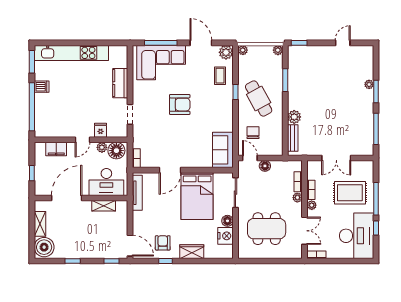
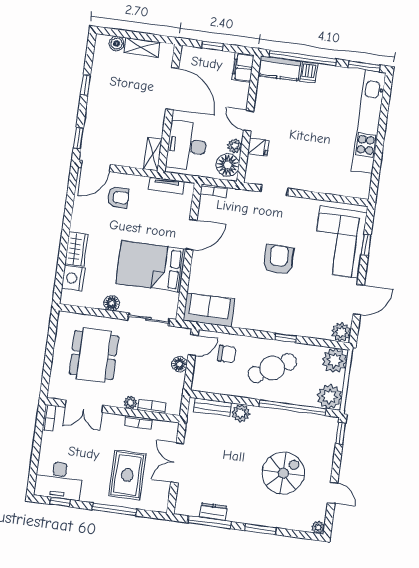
window: (161, 43) -> (366, 245), width x0.46
plant: (243, 50) -> (335, 360), width x1.88, depth x1.88
plant: (278, 50) -> (330, 397), width x1.88, depth x1.88
coffee table: (220, 76) -> (311, 320), removed
window: (285, 80) -> (292, 408), width x2.11
spiral stairs: (333, 80) -> (283, 473), added
kitchen counter: (120, 83) -> (279, 68), moved, turned 180
plant: (369, 84) -> (318, 527), moved
dishwasher: (42, 87) -> (309, 72), moved
armchair: (180, 105) -> (279, 260), turned 180
dresser: (368, 127) -> (213, 512), added
filing cabinet: (56, 149) -> (243, 68), moved
door: (170, 170) -> (191, 234), swing flipped
tv unit: (137, 193) -> (166, 186), width x0.71
plant: (312, 205) -> (117, 421), removed
shelving: (104, 206) -> (153, 154), moved
window: (376, 228) -> (60, 502), moved
nightstand: (225, 236) -> (73, 278), moved, turned 90
desk: (357, 236) -> (59, 480), width x0.73, depth x0.77
armchair: (163, 243) -> (118, 197), moved
boiler: (44, 247) -> (117, 44), width x0.54, depth x0.54
window: (165, 261) -> (68, 211), removed

